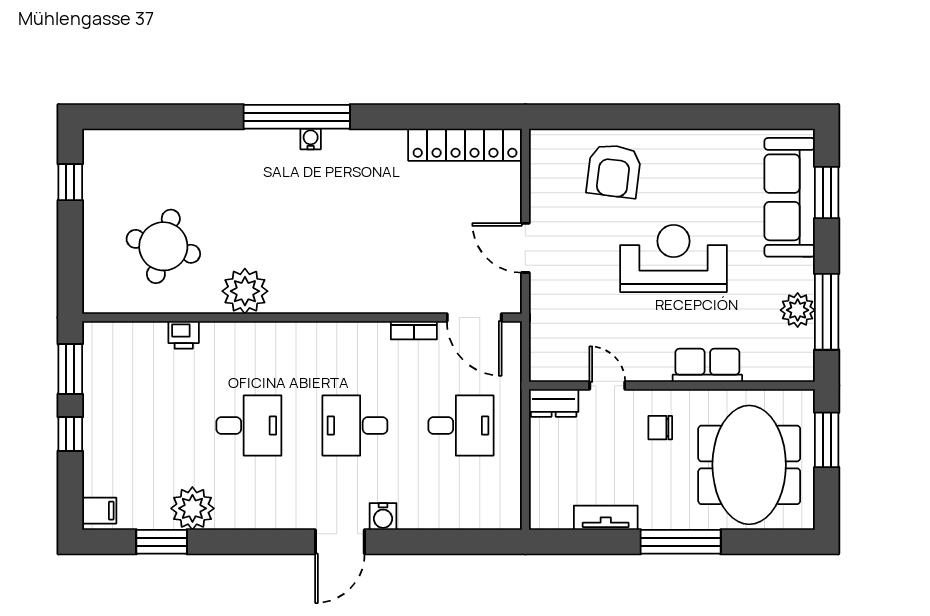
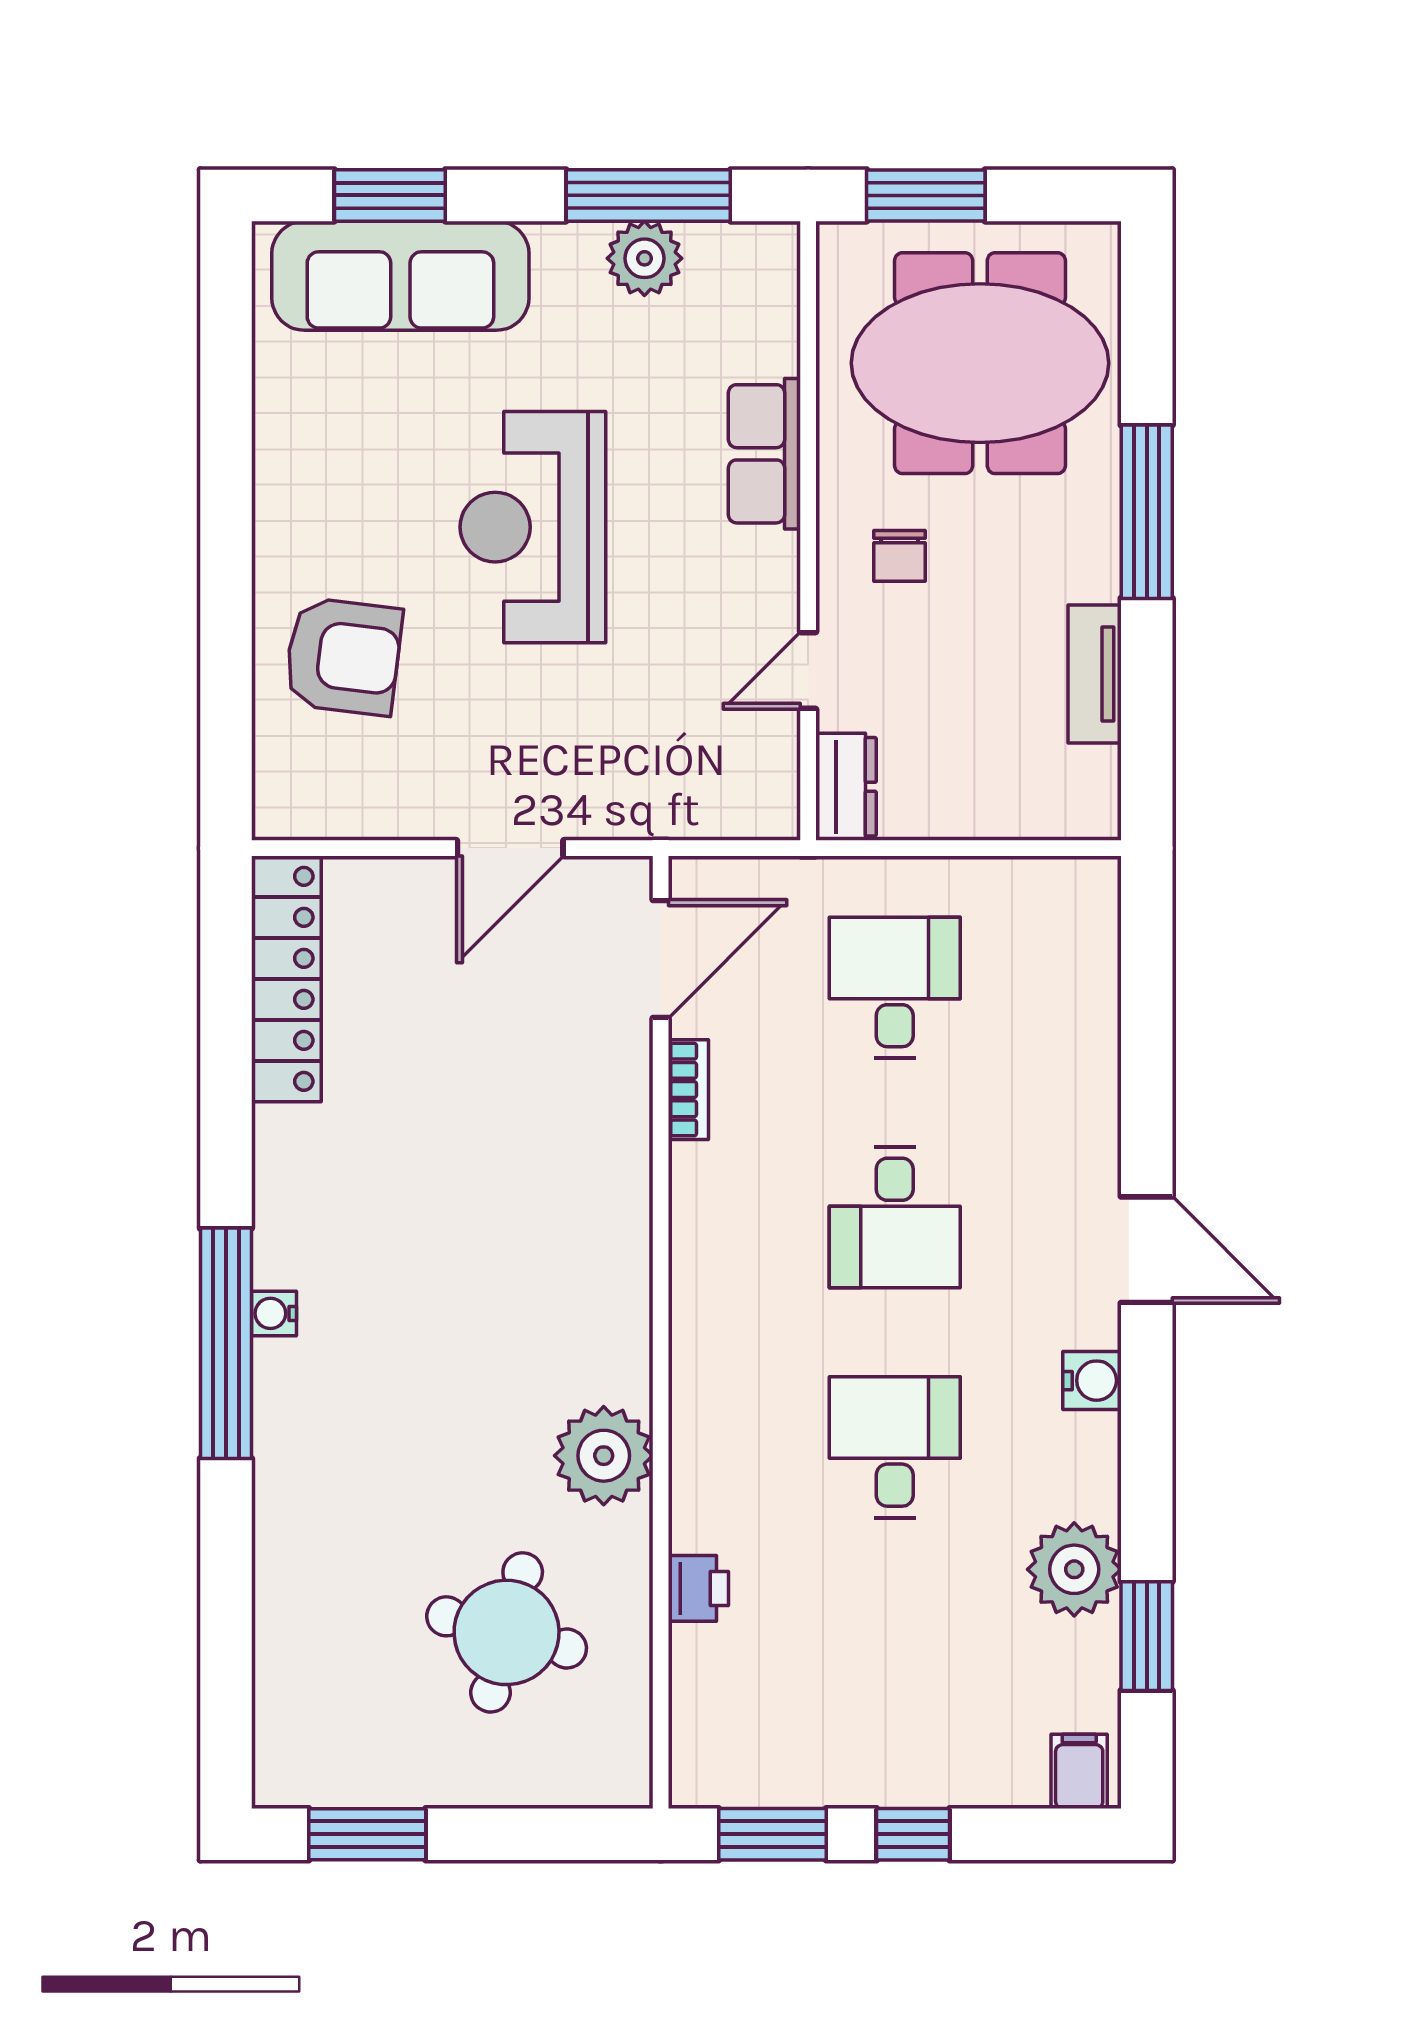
window: (70, 182) -> (367, 1834), width x1.50
water cooler: (383, 517) -> (1092, 1381), moved

